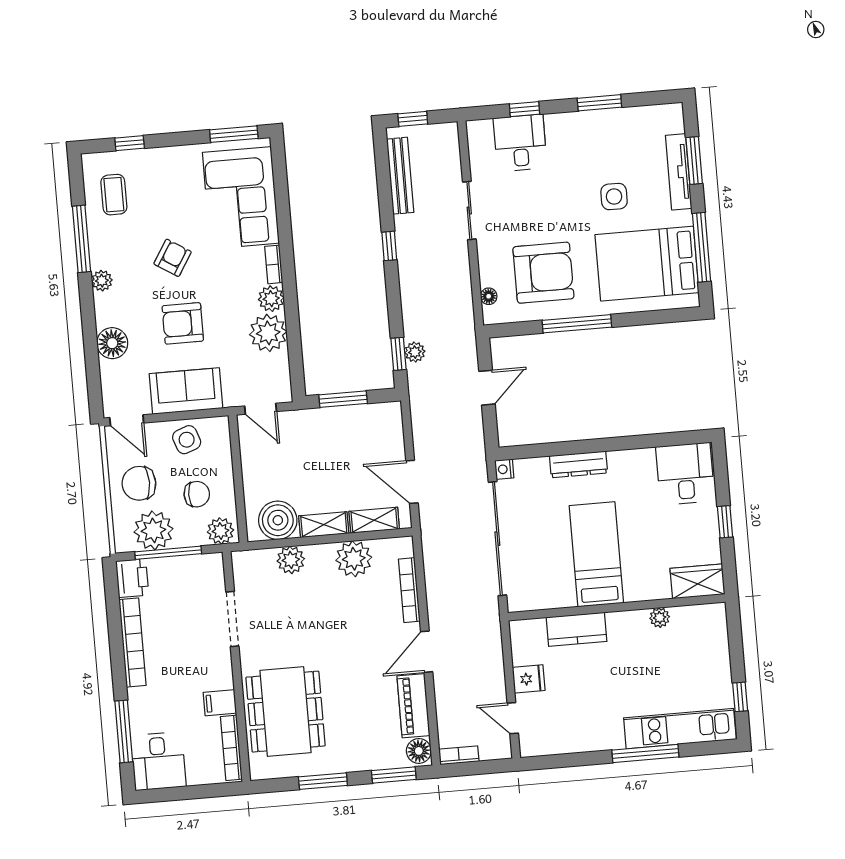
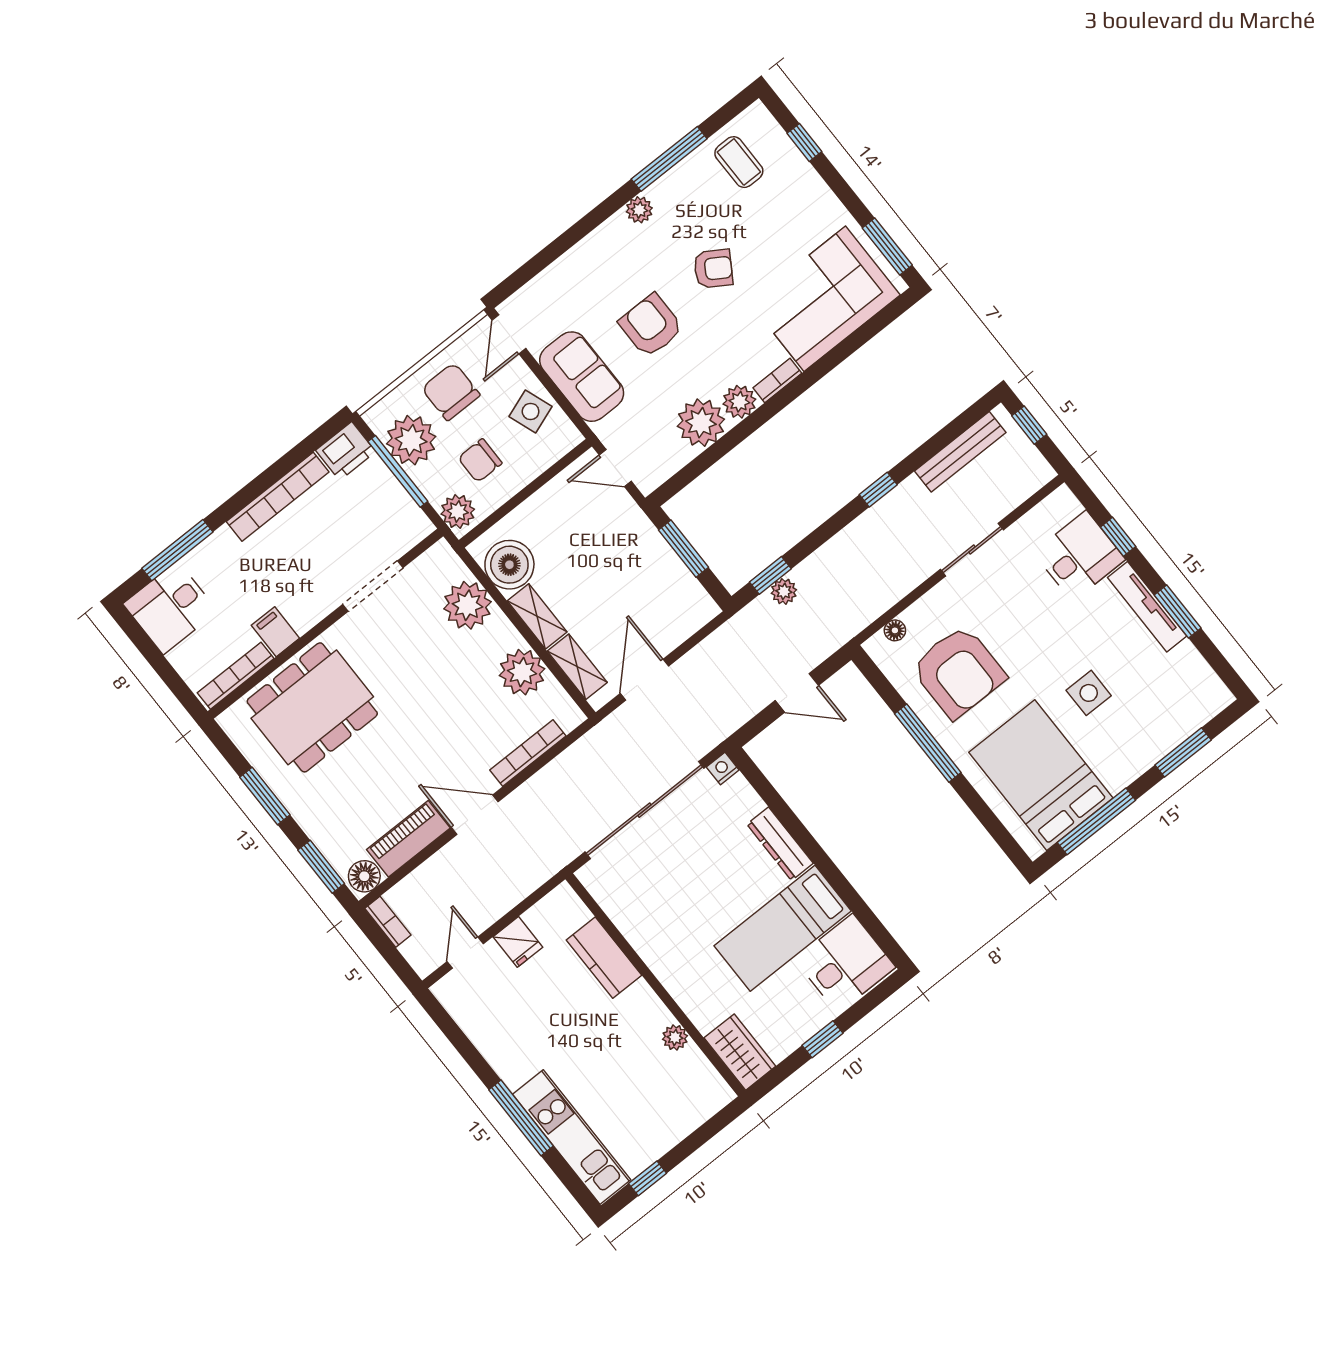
tv unit: (679, 172) -> (1147, 607), moved, turned -90
coffee table: (114, 195) -> (739, 162), turned 90
floor lamp: (112, 343) -> (580, 265), removed
door: (261, 409) -> (615, 468), hinge flipped
chair: (197, 494) -> (480, 461), turned 90
bed: (596, 554) -> (783, 928), moved, turned 180
plant: (291, 560) -> (467, 605), width x1.36, depth x1.36

